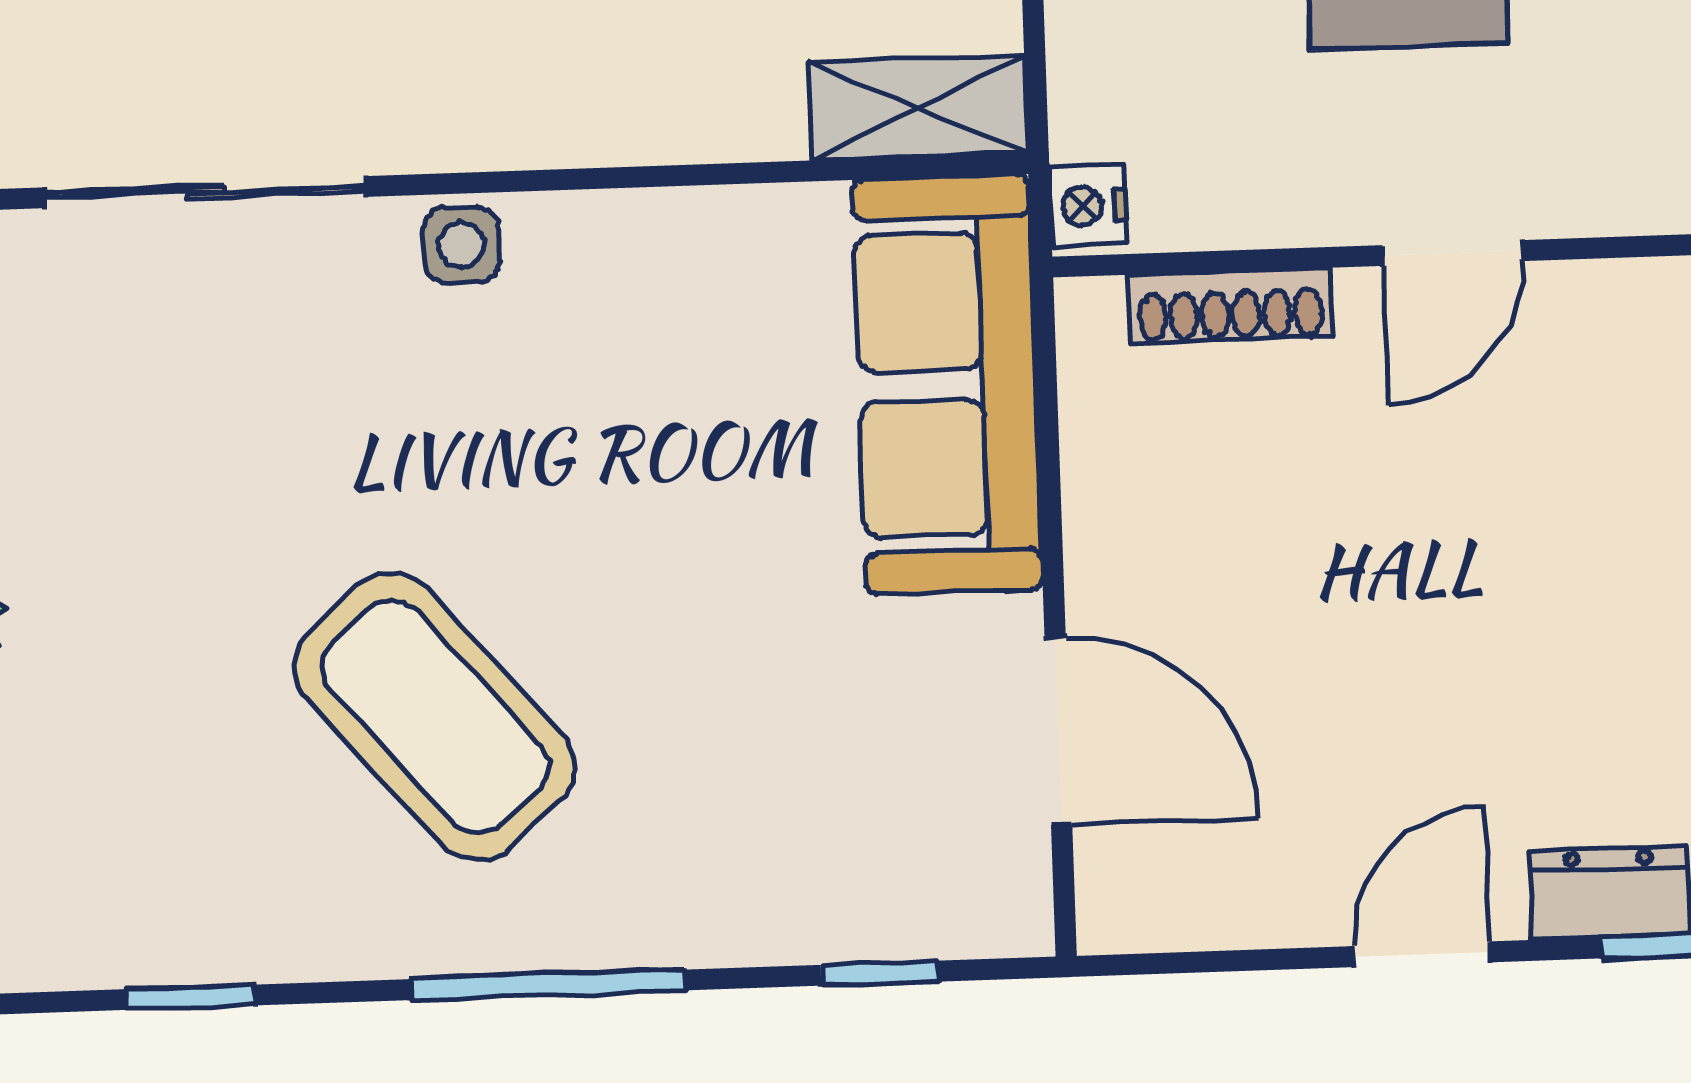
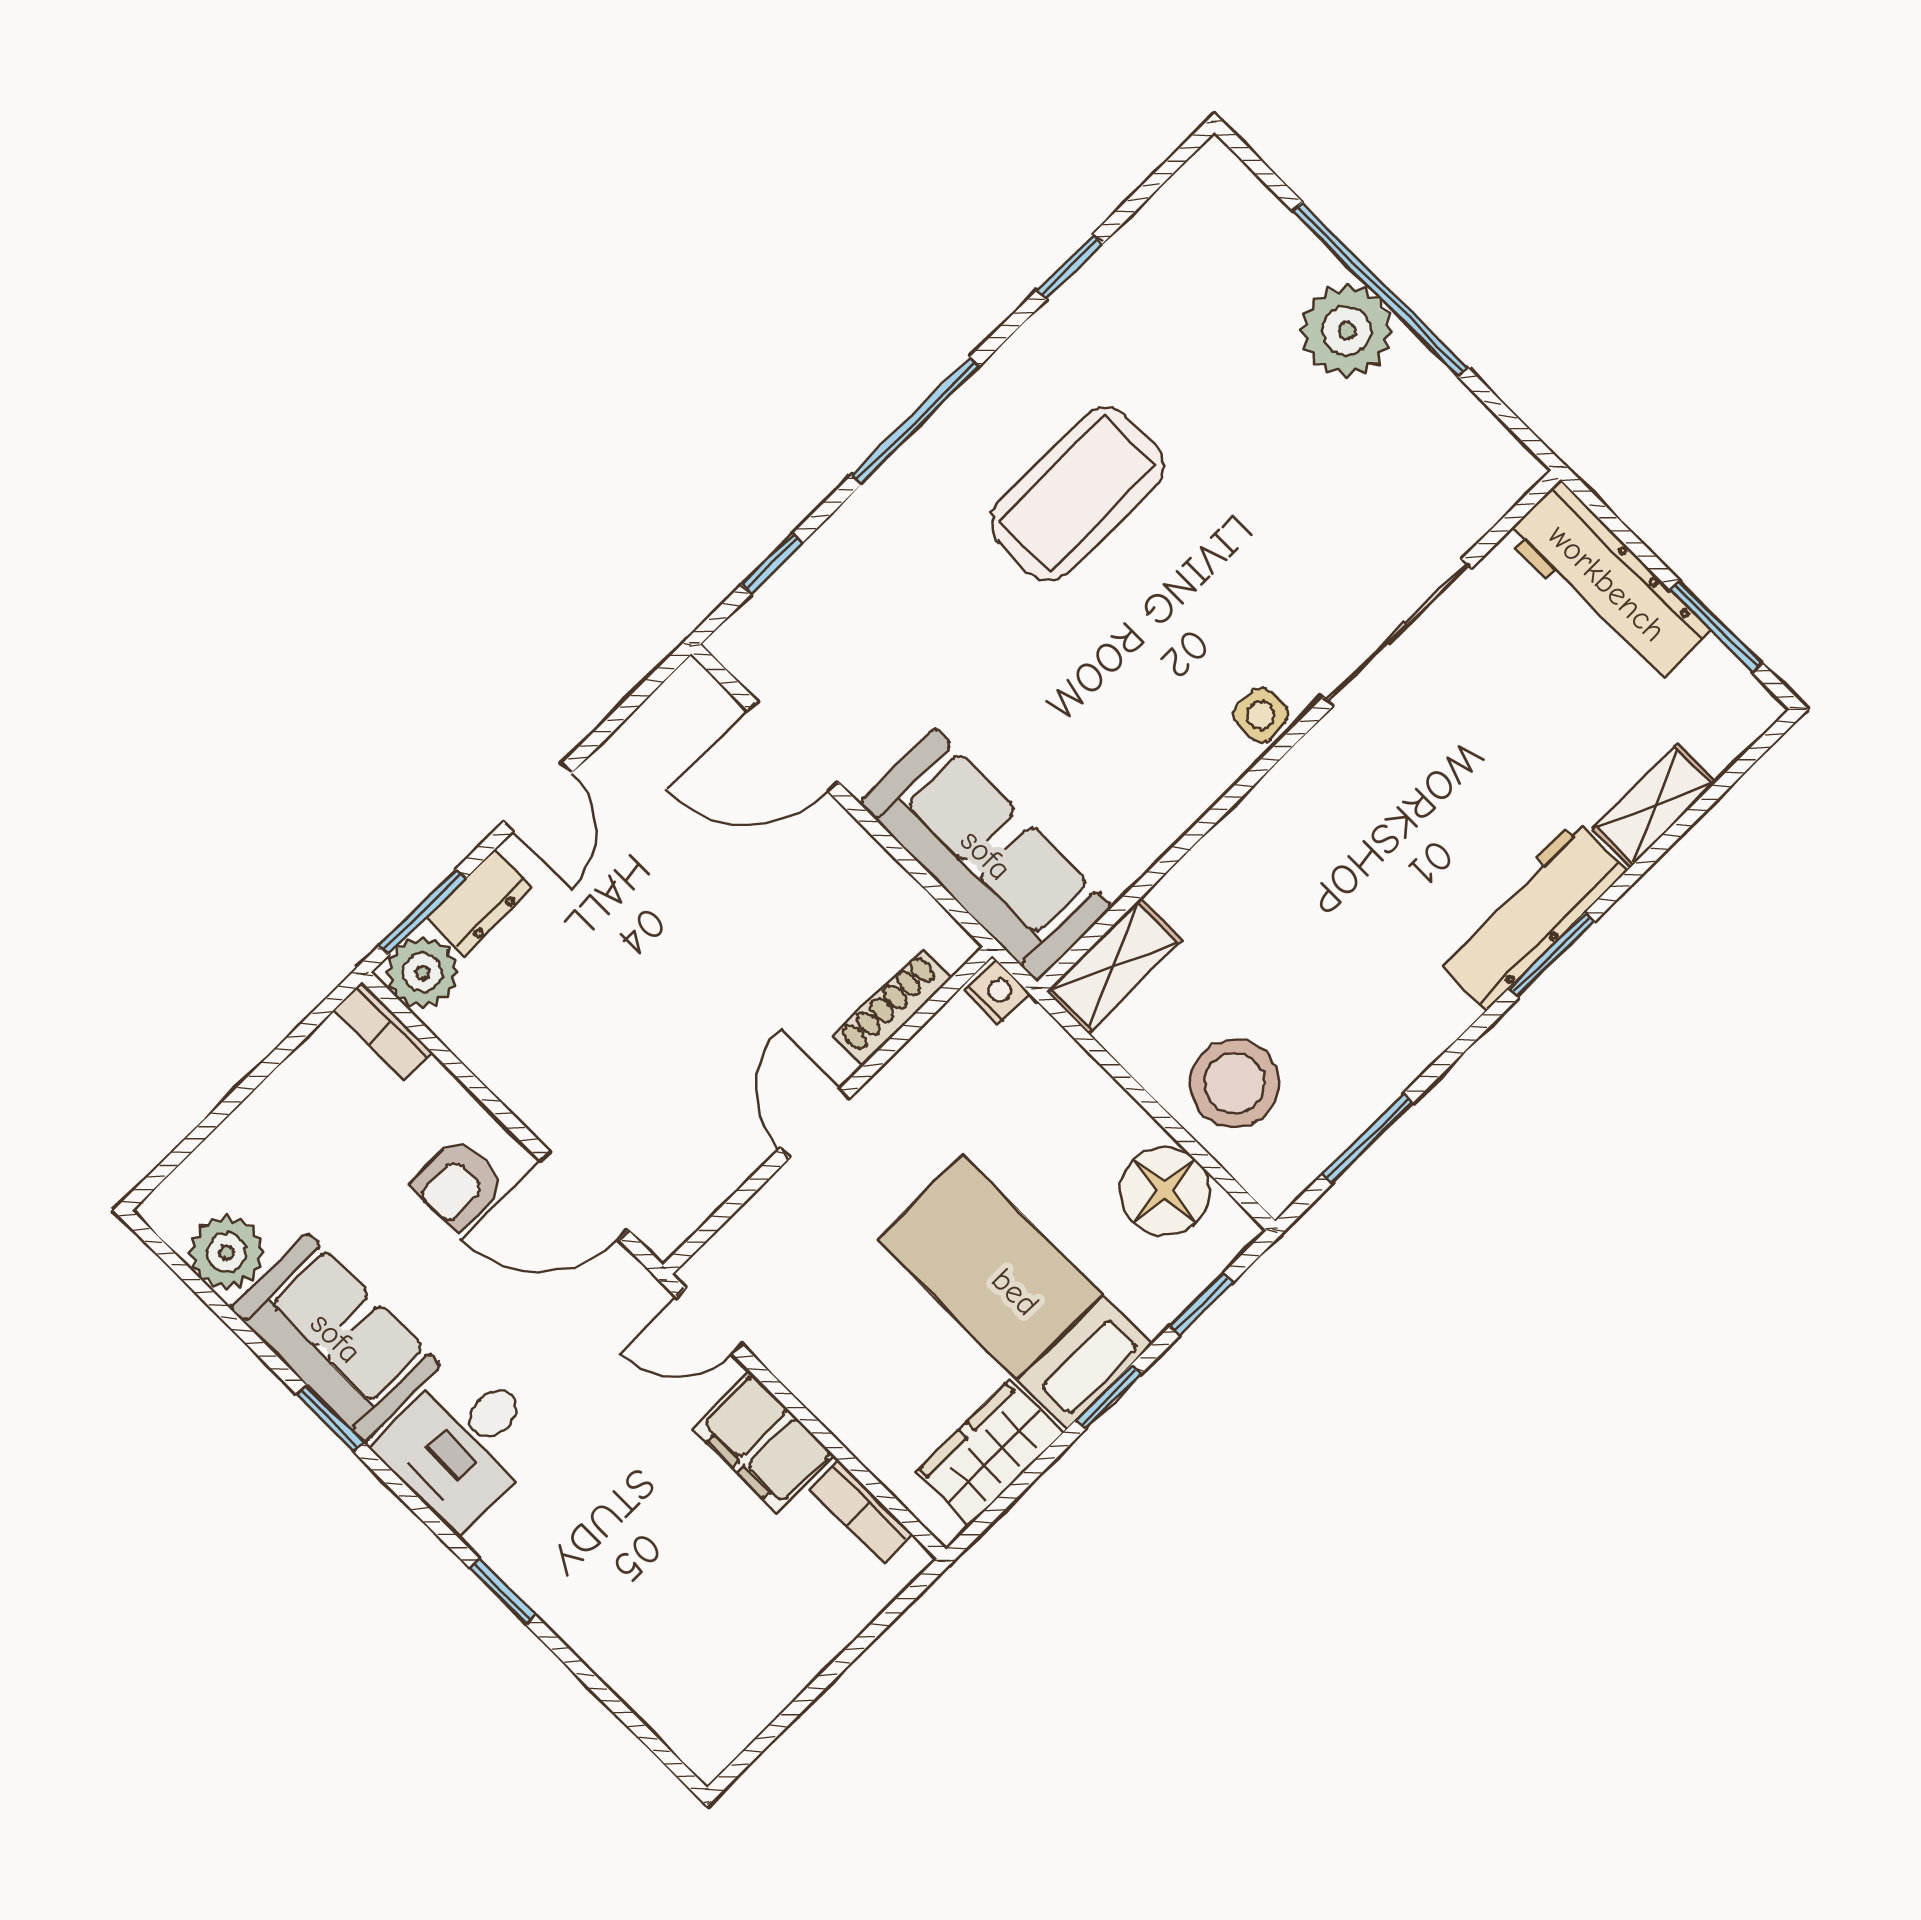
coffee table: (435, 716) -> (1077, 494), turned -49

